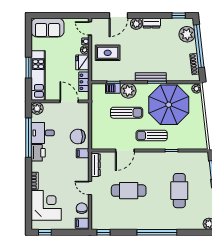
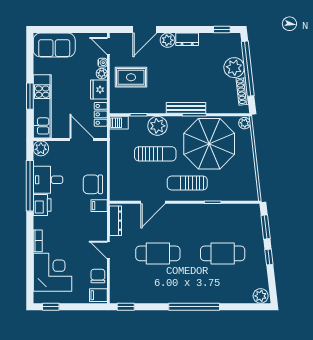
plant: (187, 34) -> (234, 68), moved
barbecue: (113, 88) -> (119, 123), moved
cafe table: (179, 191) -> (223, 253), turned 90

